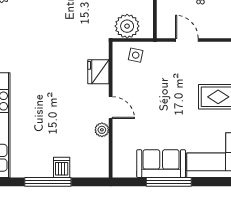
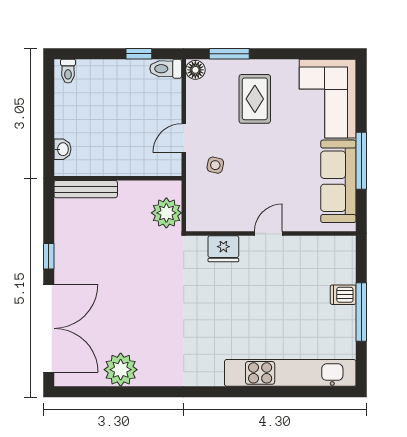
side table: (136, 55) -> (215, 165), moved
plant: (102, 130) -> (296, 244), removed
sofa: (161, 164) -> (338, 181), width x1.36

